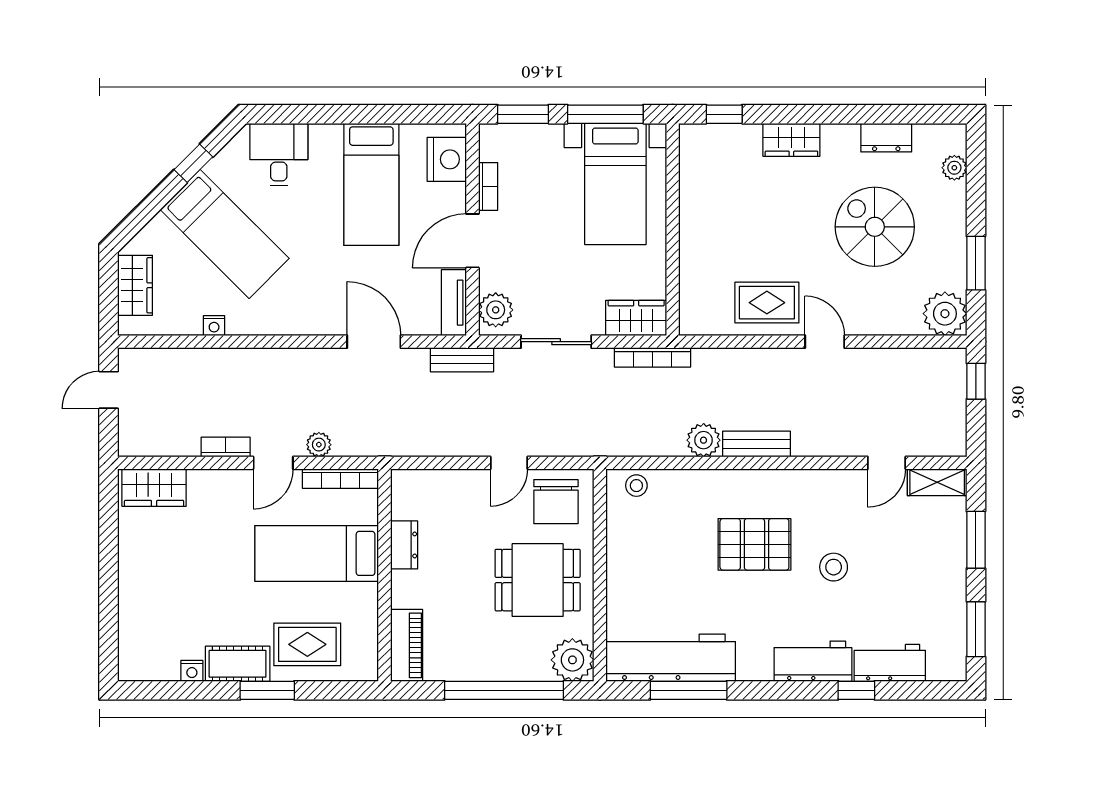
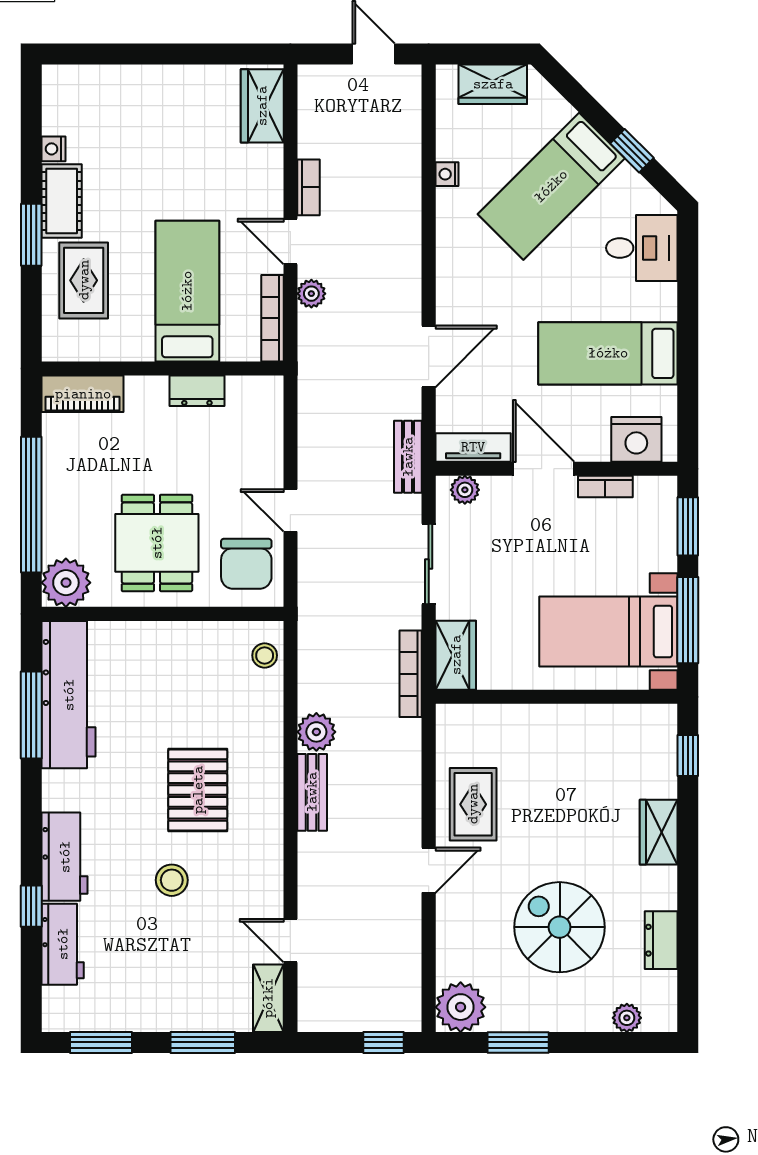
spiral stairs: (875, 227) -> (560, 927), turned -90
plant: (496, 310) -> (465, 490), width x0.73, depth x0.73
chair: (556, 502) -> (246, 564), turned -90

